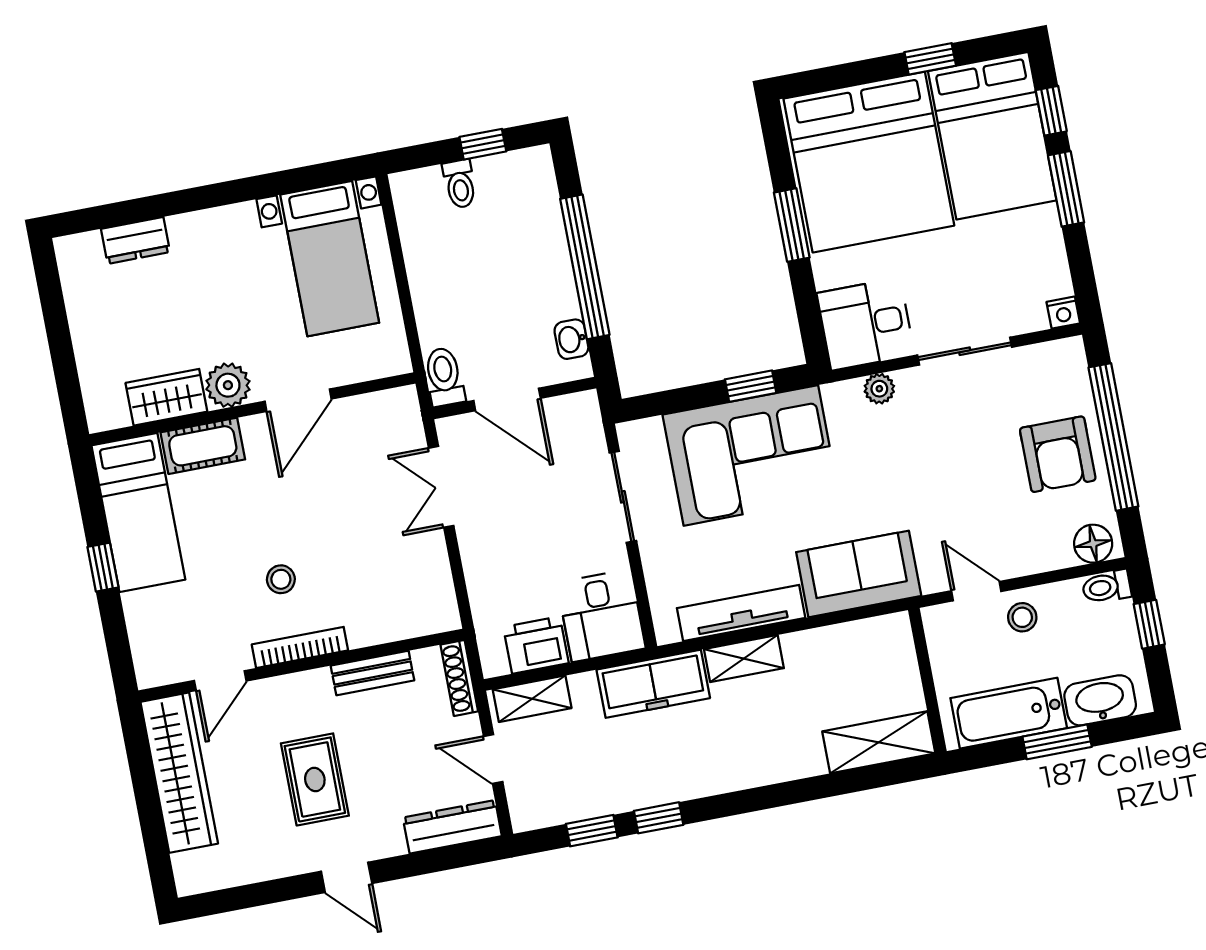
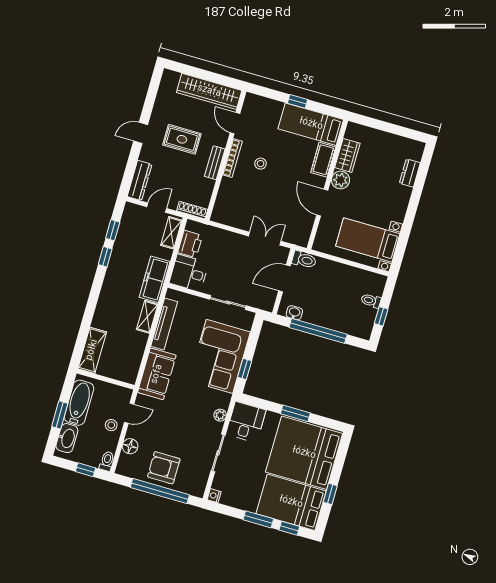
floor lamp: (1093, 544) -> (130, 446), moved
bench: (372, 673) -> (215, 163), moved

